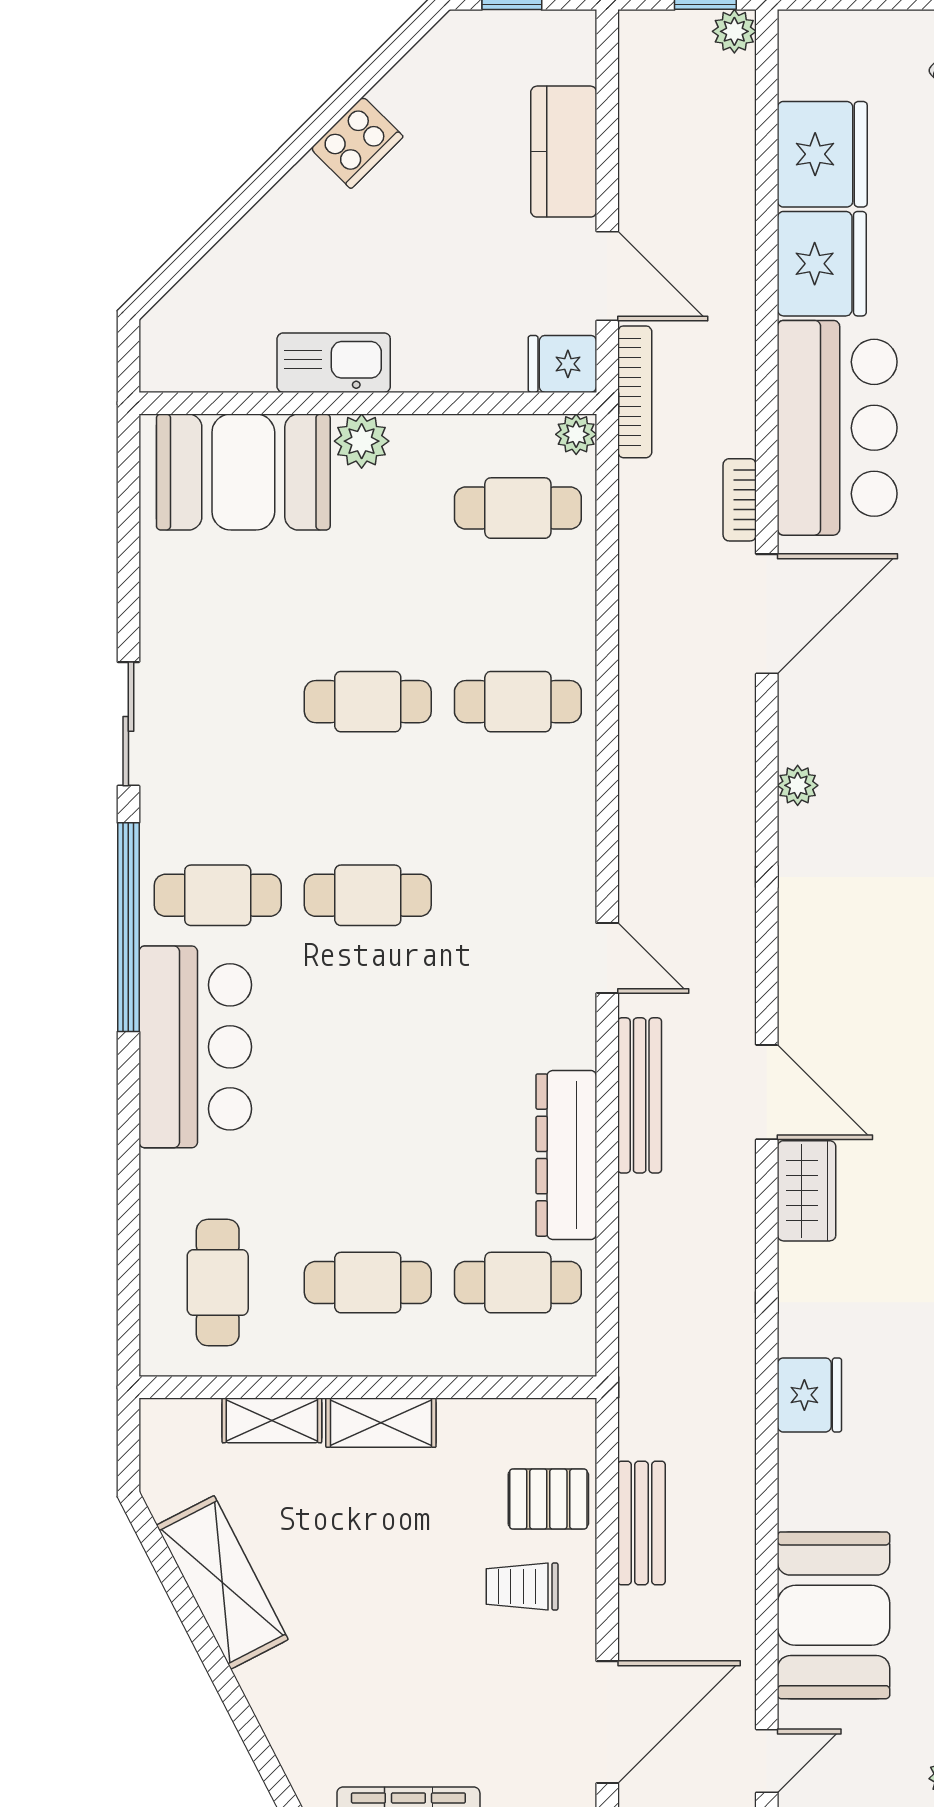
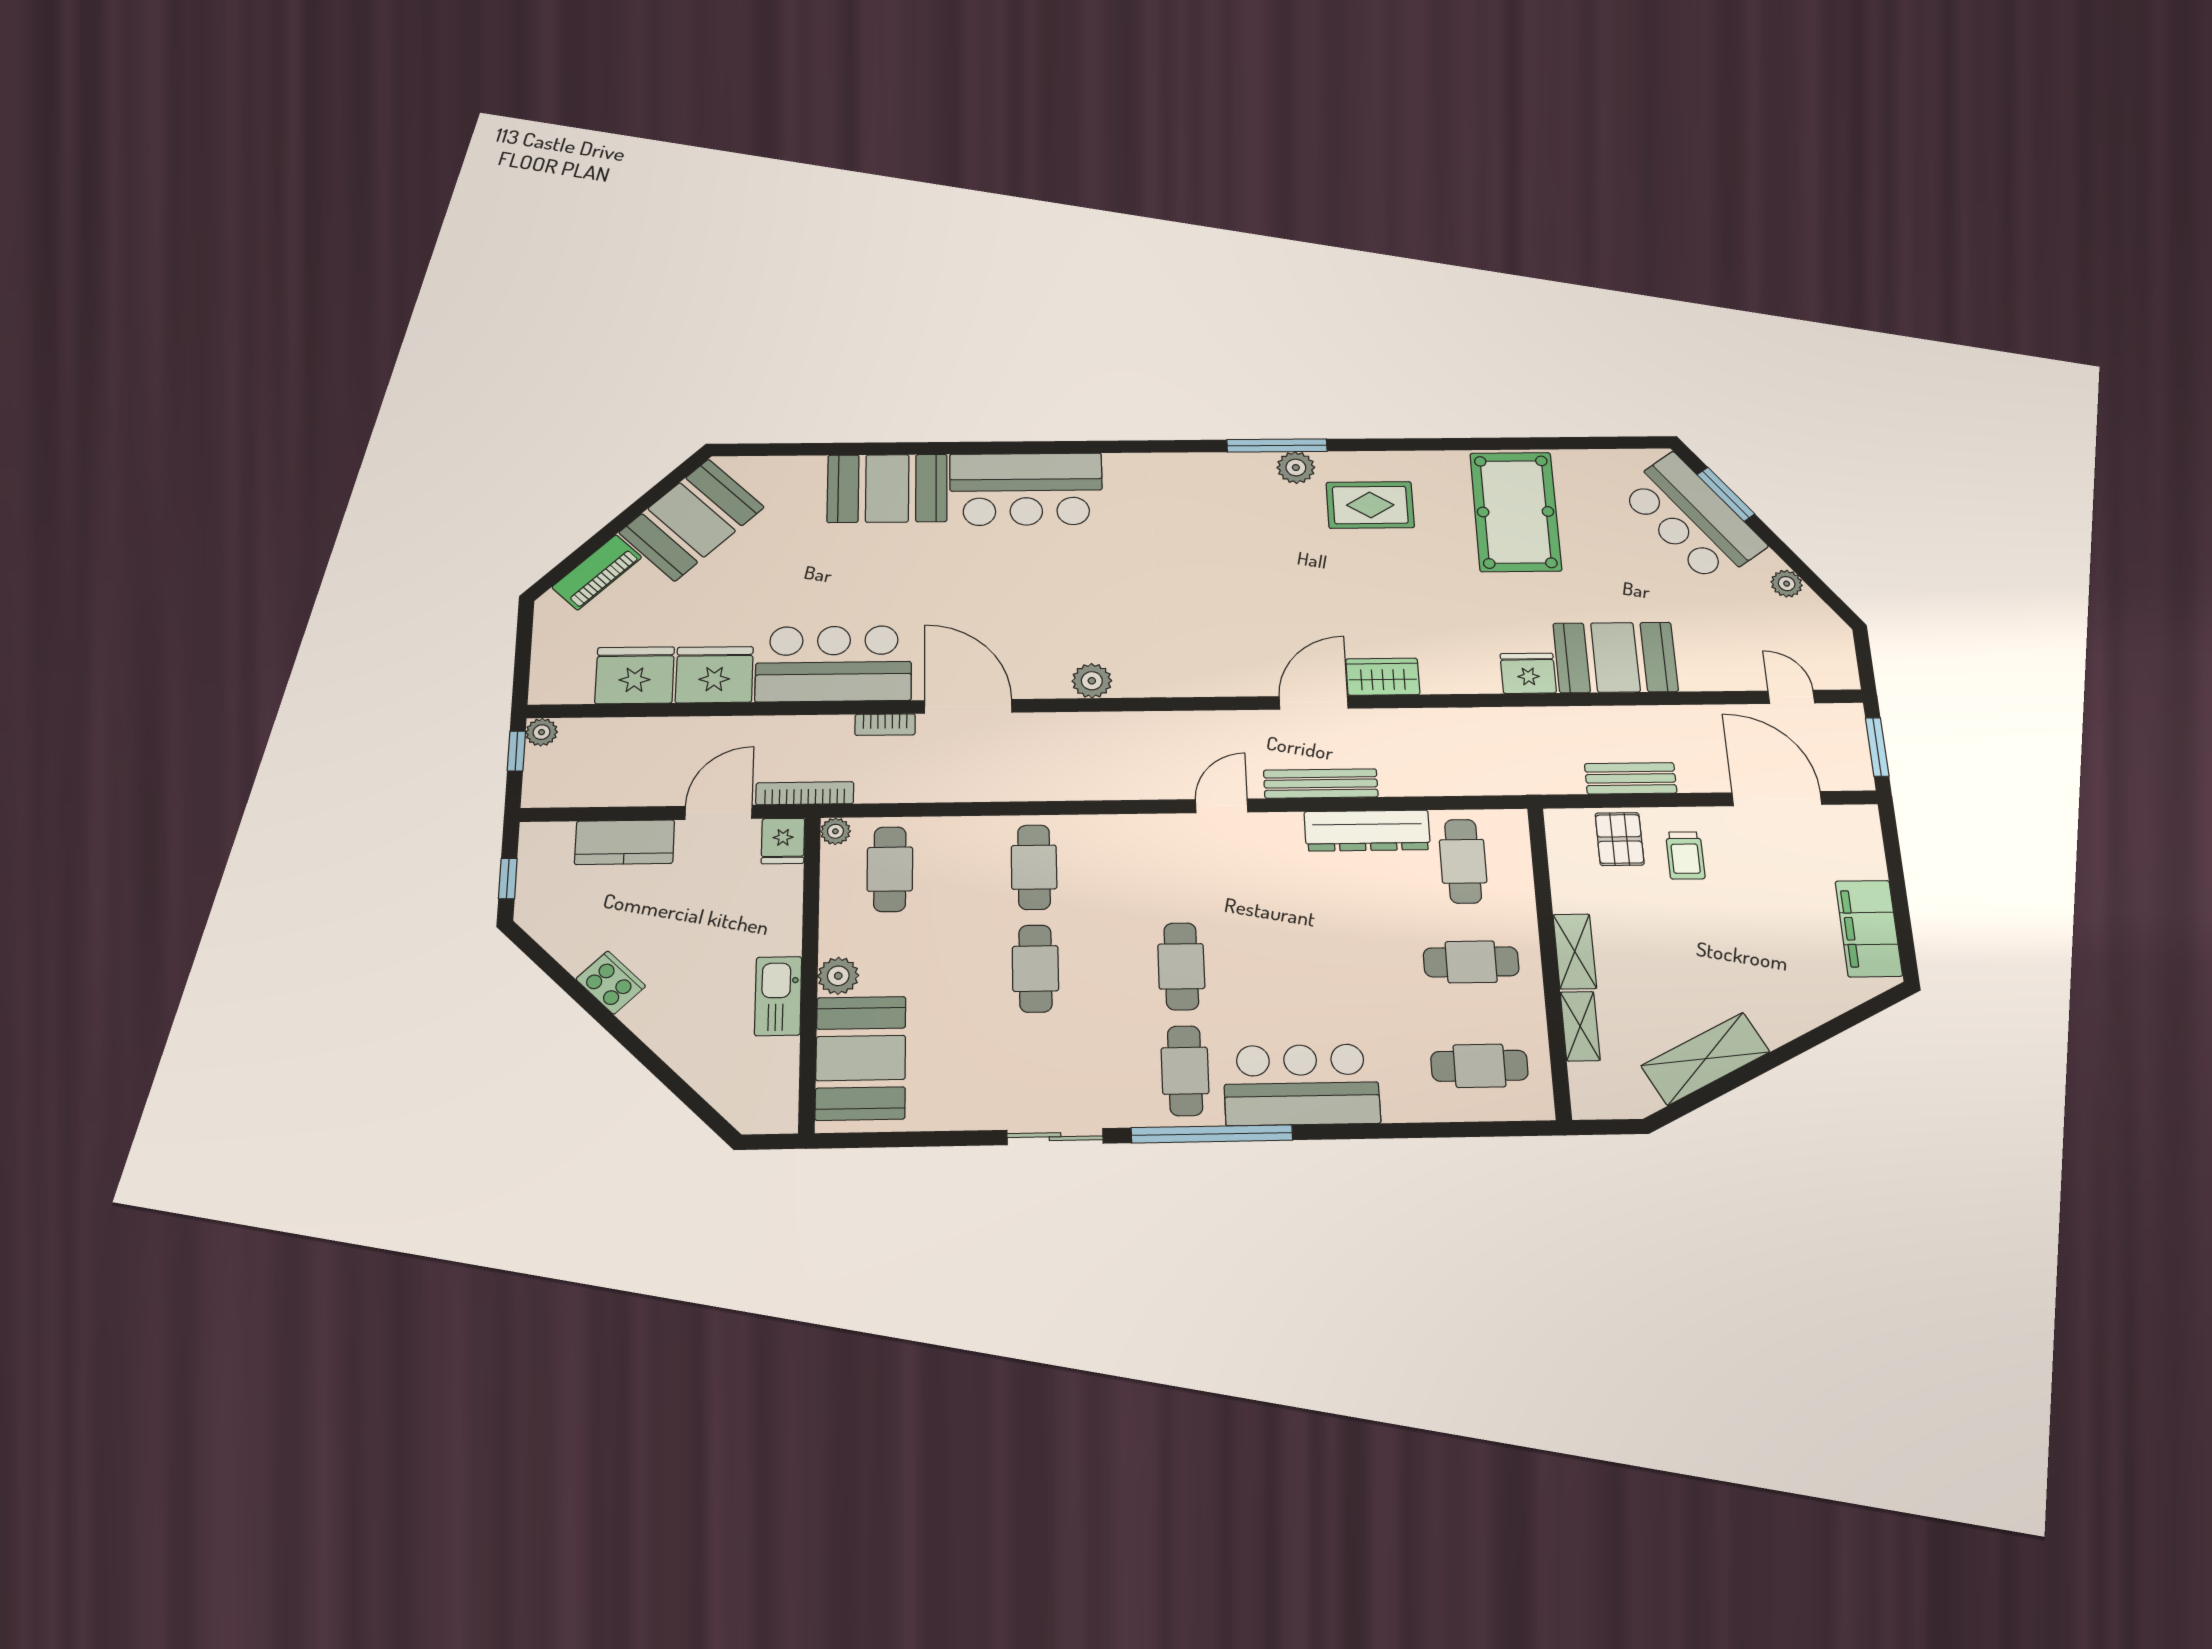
plant: (798, 785) -> (1092, 681), width x1.38, depth x1.38
cafe table: (368, 1283) -> (1471, 962), turned 90
booth: (833, 1615) -> (1615, 657), moved

